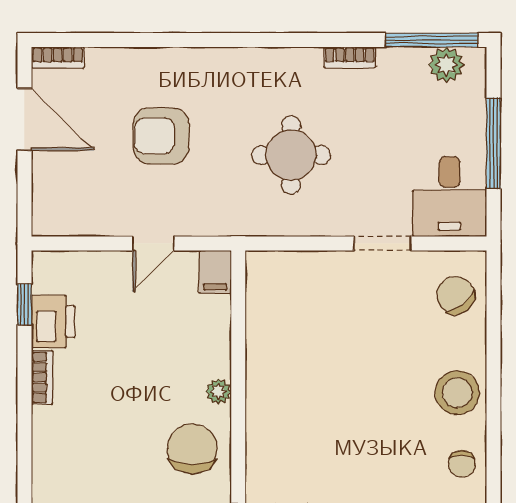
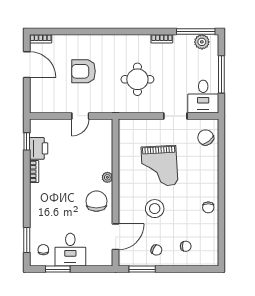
filing cabinet: (215, 272) -> (106, 128), removed
grand piano: (344, 364) -> (159, 166), added
stool: (457, 393) -> (155, 209), moved

